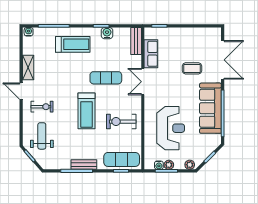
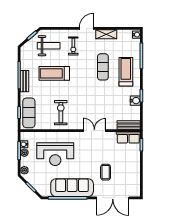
treadmill: (73, 44) -> (126, 72), turned 180
row of seats: (151, 54) -> (128, 138), moved
exercise mat: (106, 78) -> (103, 67), moved
treadmill: (86, 111) -> (54, 73), moved

